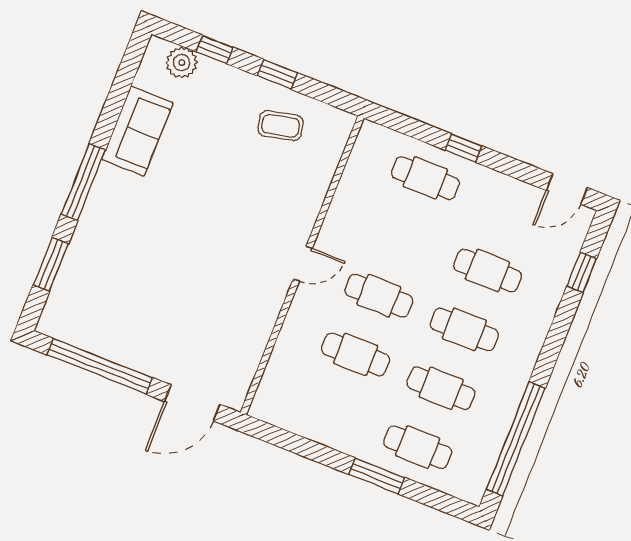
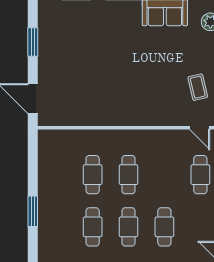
door: (303, 264) -> (200, 128), moved
window: (100, 366) -> (33, 42), width x0.47
cafe table: (418, 447) -> (57, 227), removed

